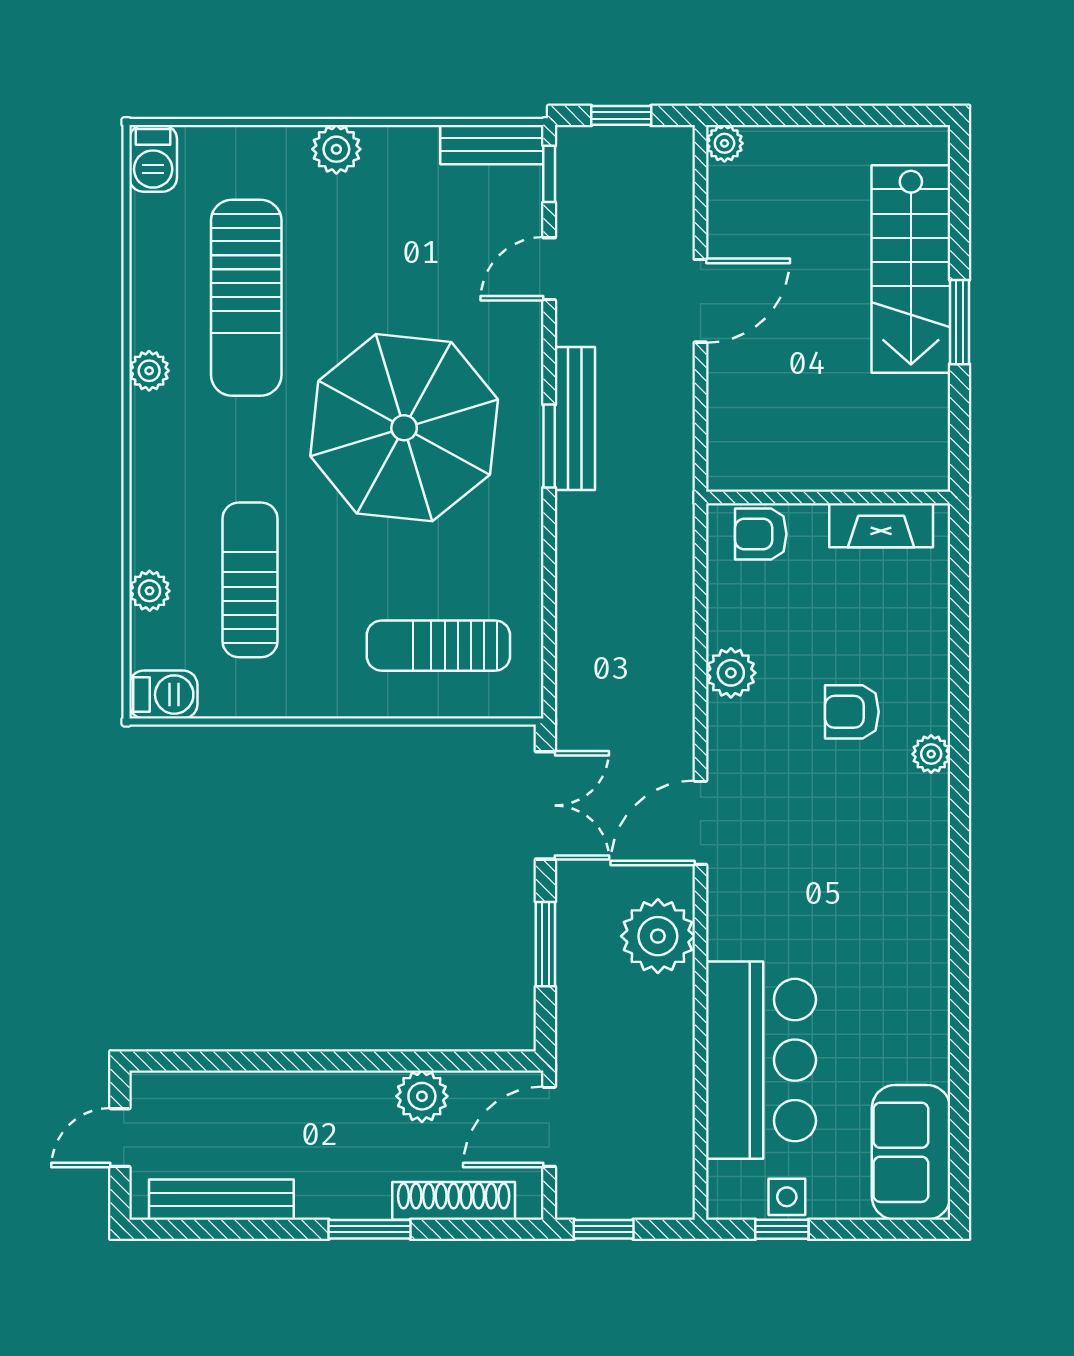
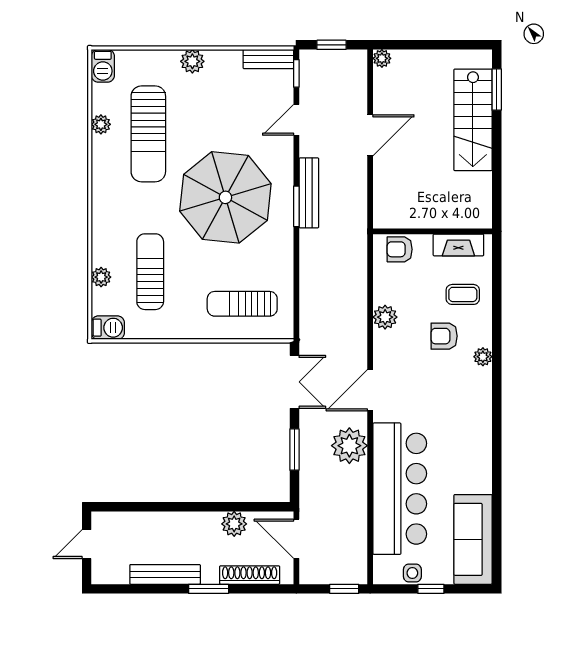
window: (960, 322) -> (497, 89), moved
plant: (149, 371) -> (101, 124), moved
coffee table: (890, 626) -> (463, 294), added
bar counter: (761, 1060) -> (400, 489), width x1.36
door: (549, 1127) -> (296, 539), hinge flipped
sofa: (911, 1152) -> (473, 539), width x1.36
bench: (221, 1200) -> (165, 574), moved
window: (604, 1229) -> (344, 589), moved
window: (782, 1229) -> (431, 589), moved

